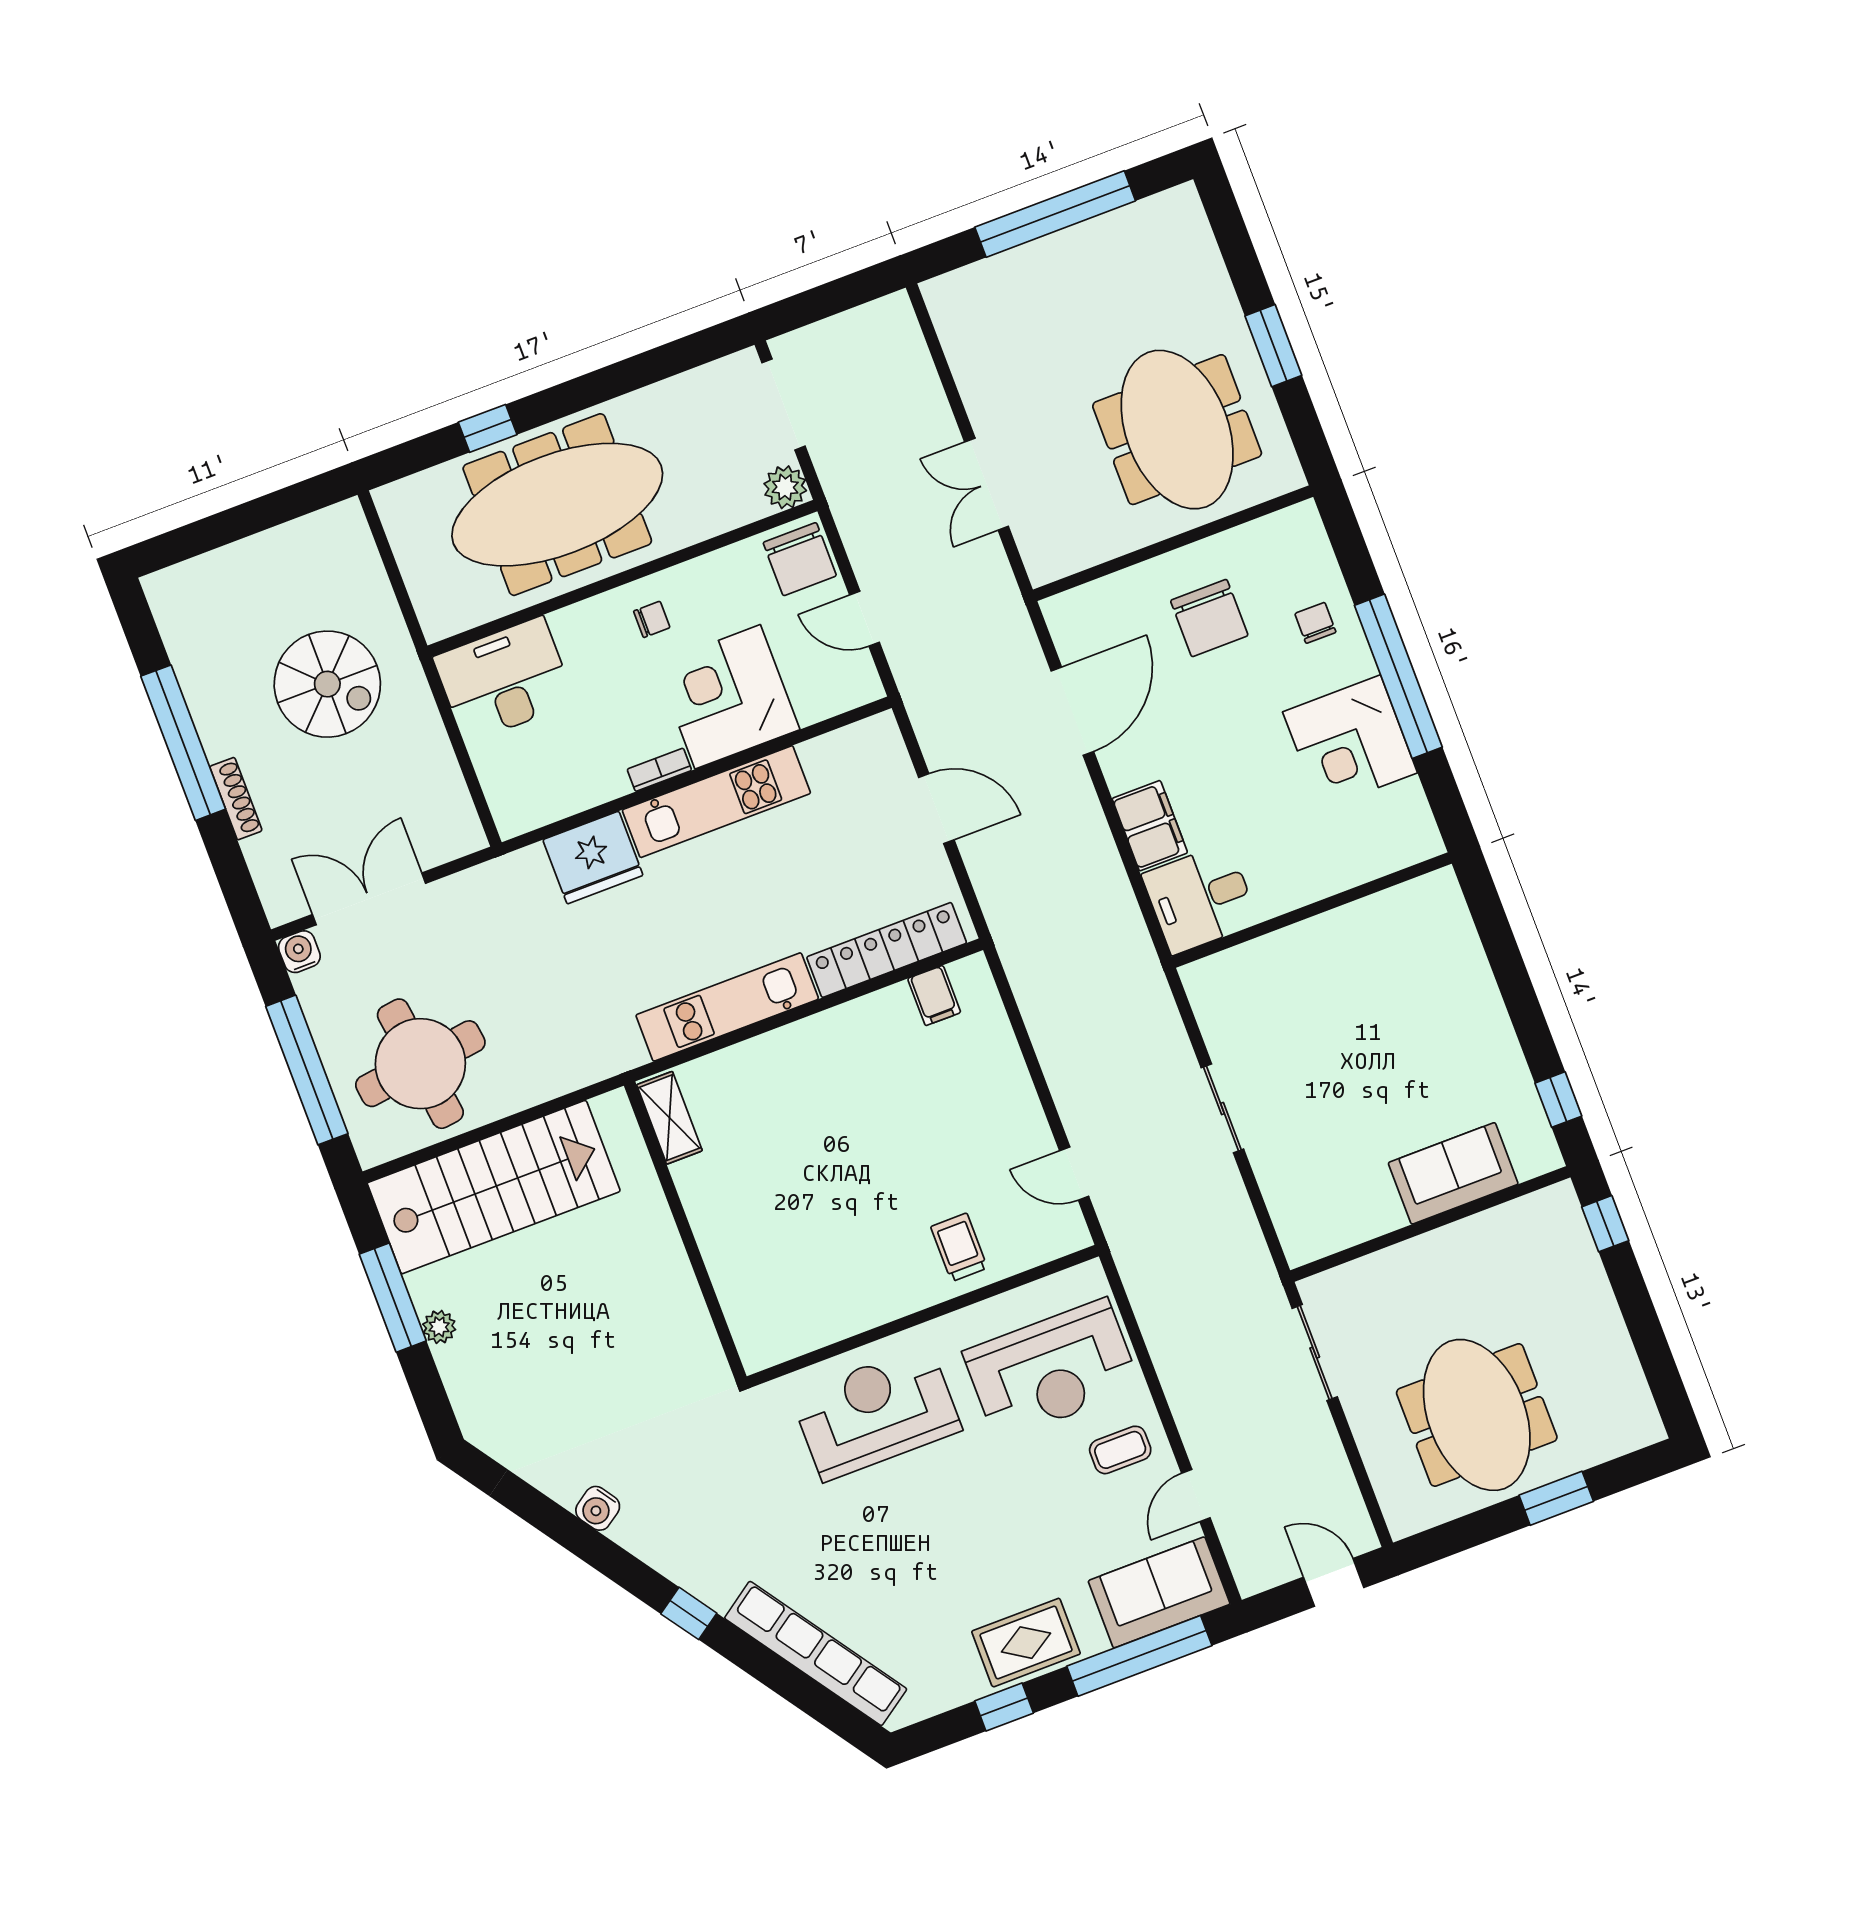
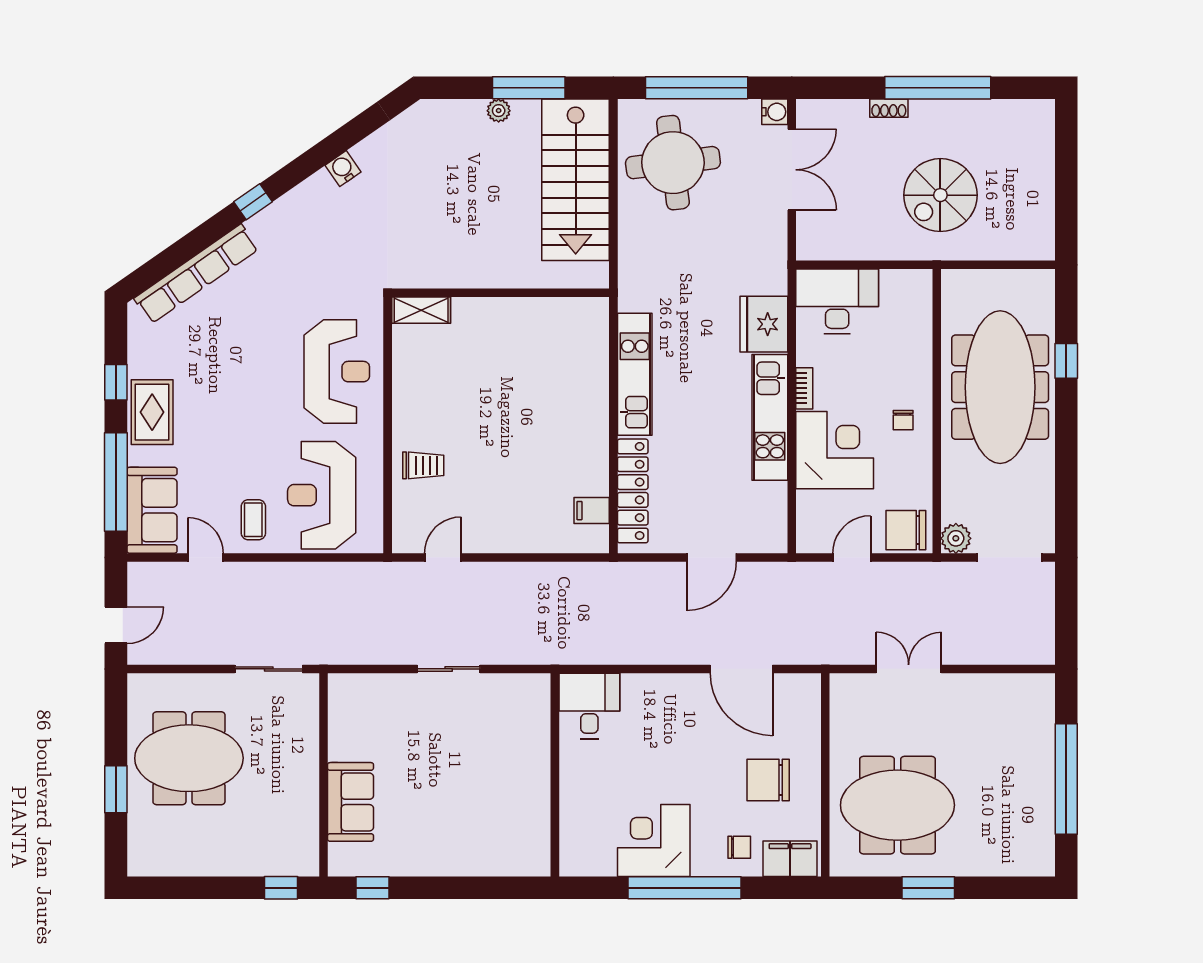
desk: (504, 680) -> (837, 301), moved, turned -90
shoe rack: (236, 799) -> (889, 108), width x0.70
filing cabinet: (1150, 826) -> (790, 859), moved, turned 180
shelving: (669, 1118) -> (421, 310), moved

